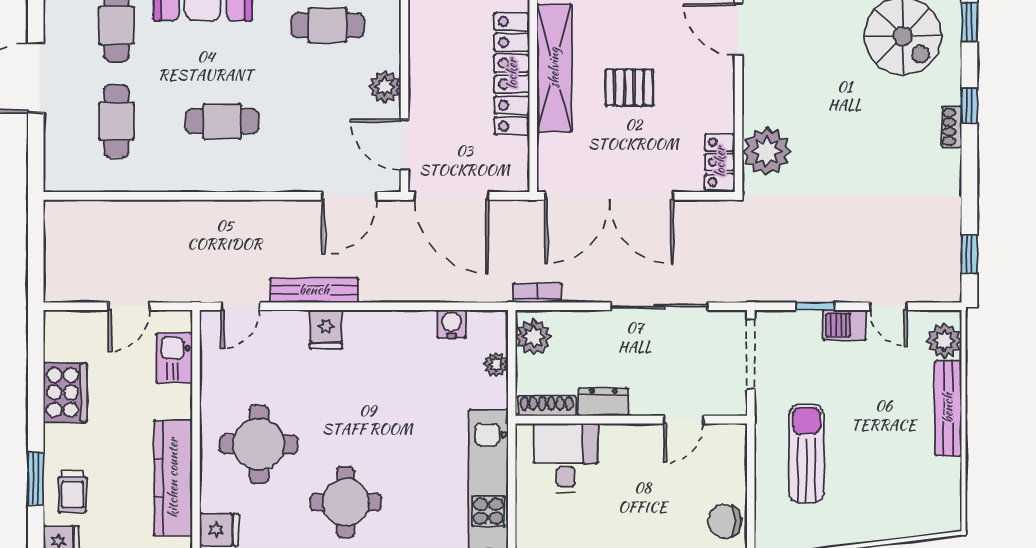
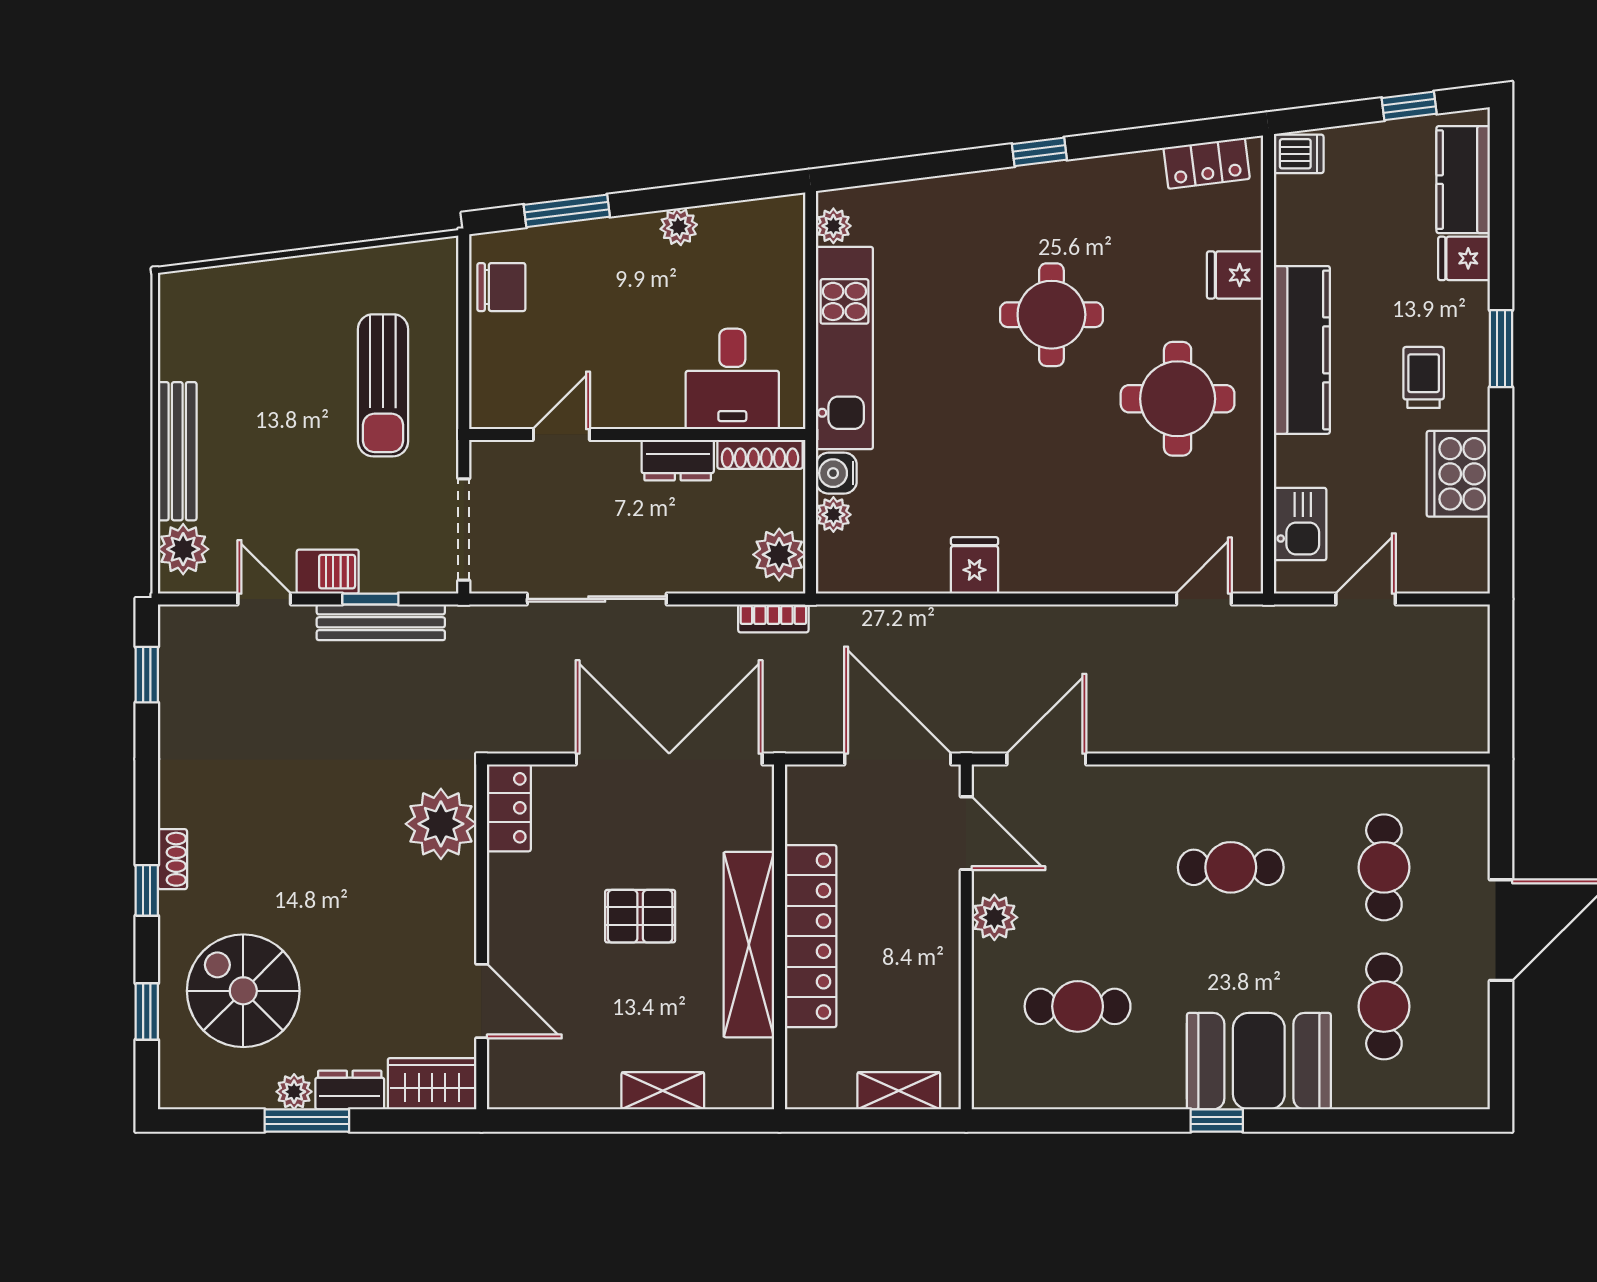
bench: (314, 290) -> (381, 622), moved
water cooler: (452, 324) -> (836, 473), moved, turned 90
fridge: (326, 329) -> (974, 565), moved
trolley: (73, 492) -> (1424, 377), moved

